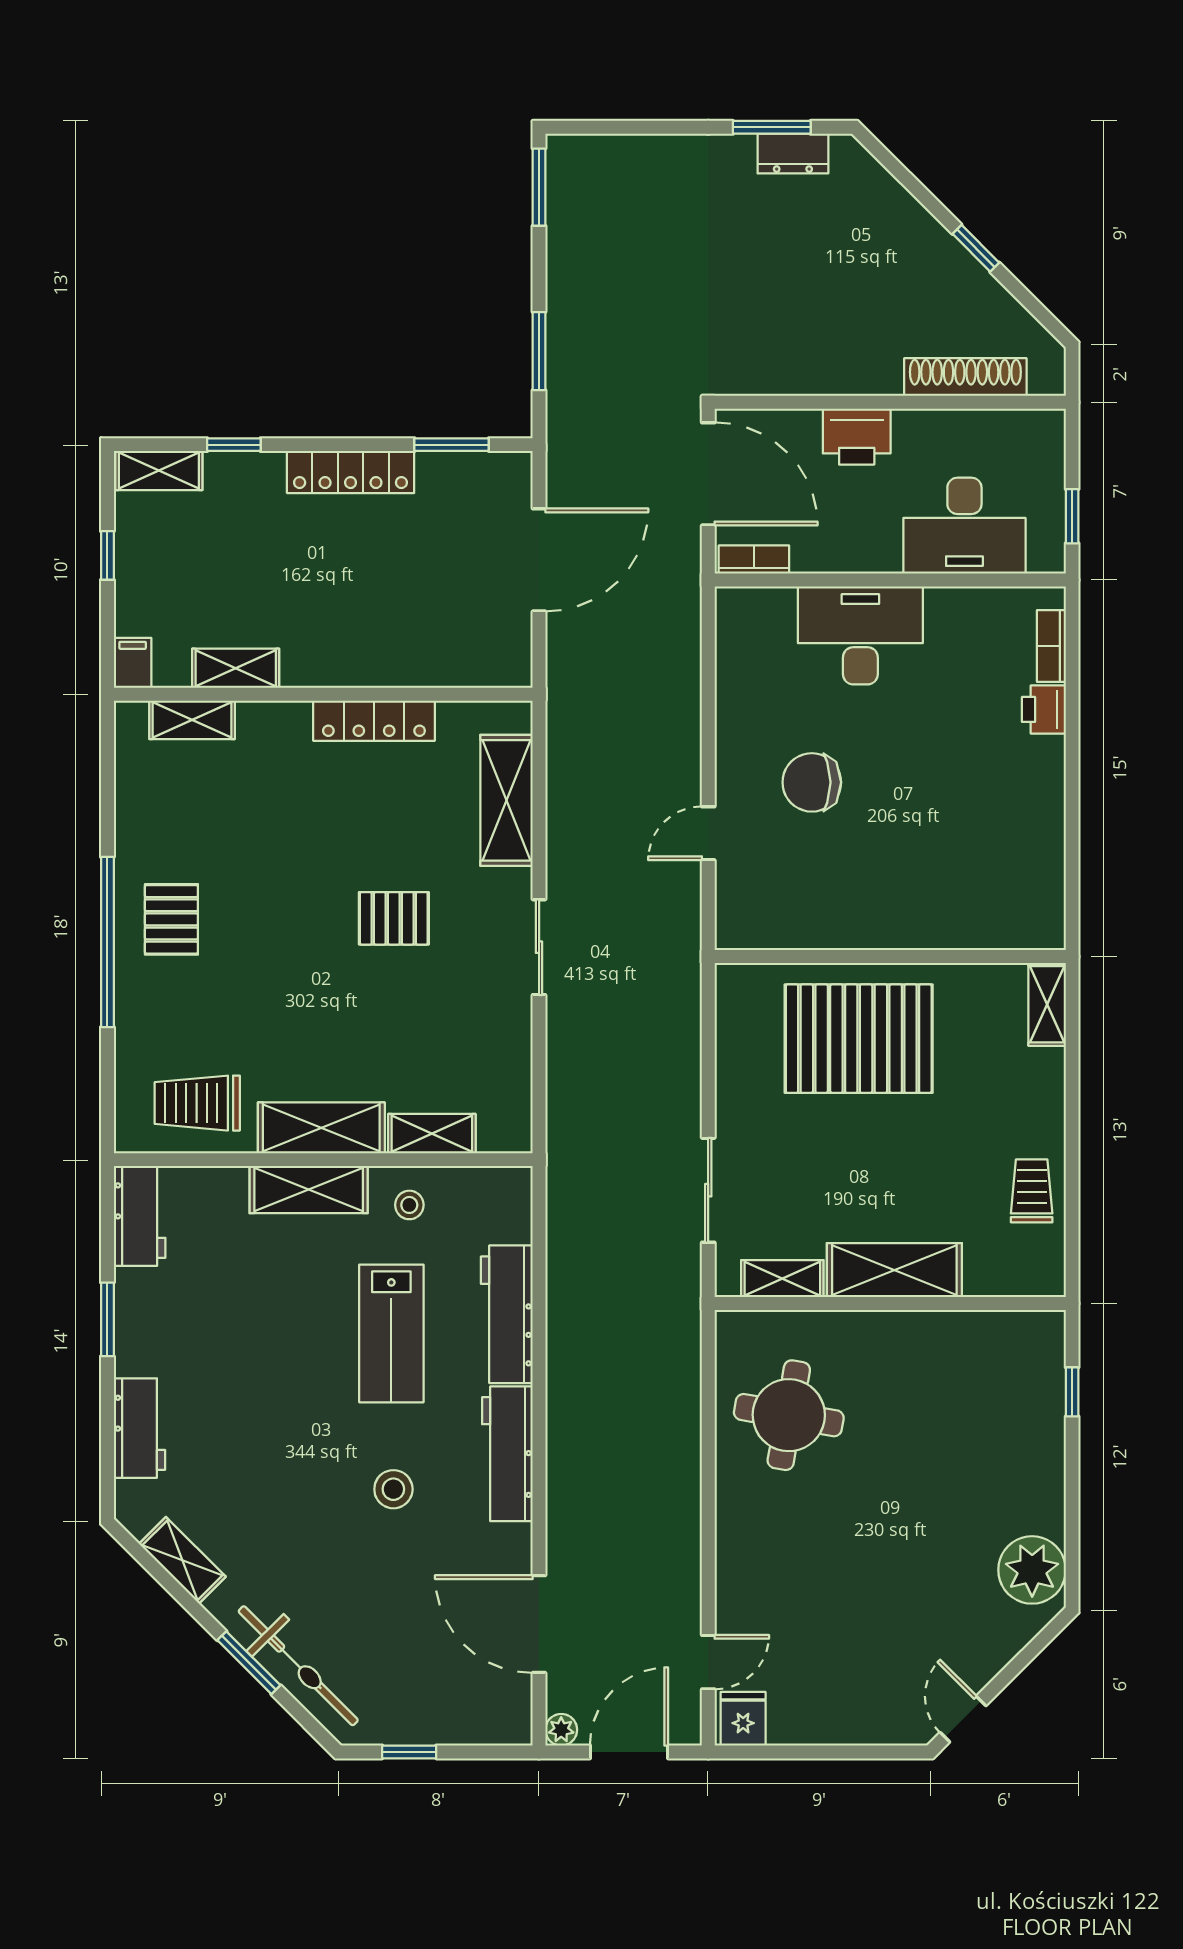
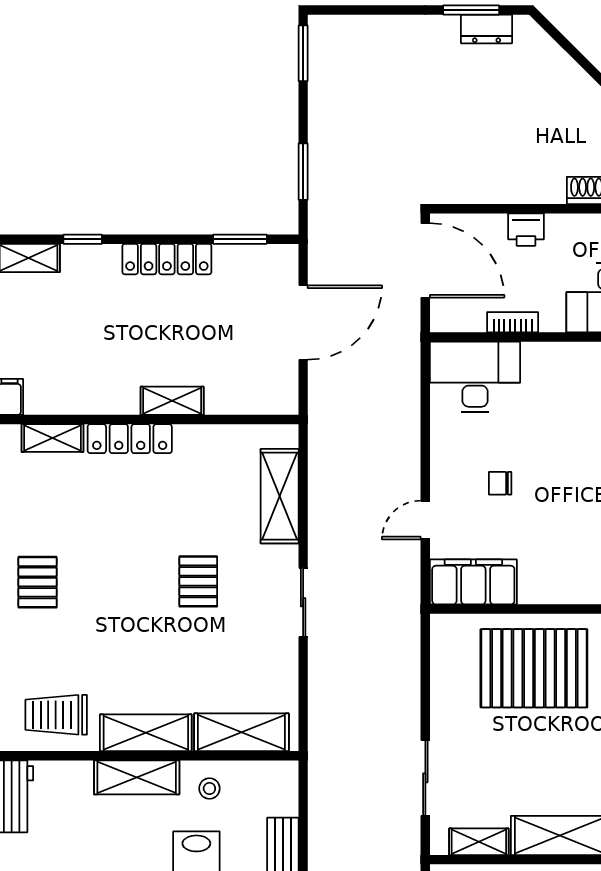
printer: (857, 437) -> (526, 230), width x0.73, depth x0.81
bookcase: (754, 560) -> (513, 322), moved
desk: (860, 635) -> (475, 377), moved
shelving: (236, 668) -> (172, 401), moved
locker: (374, 721) -> (130, 439), moved
chair: (812, 782) -> (500, 483), width x0.54, depth x0.54
pallet: (394, 918) -> (198, 581), turned 90
filing cabinet: (775, 919) -> (473, 582), added
shelving: (432, 1134) -> (241, 732), width x1.50, depth x1.33

